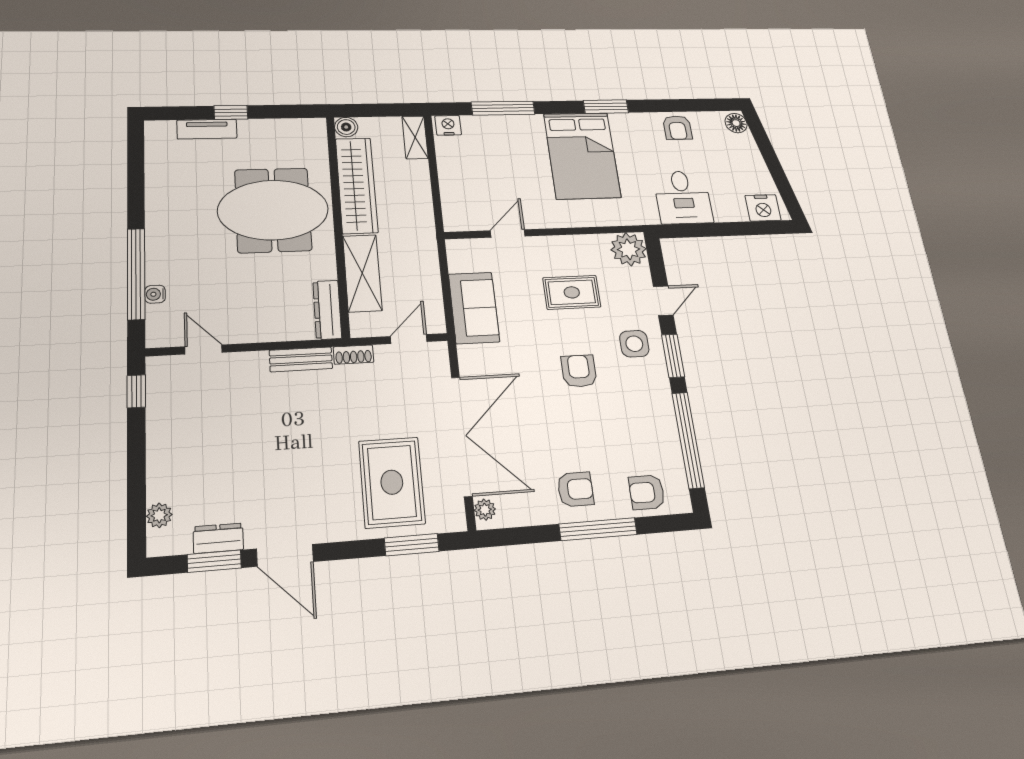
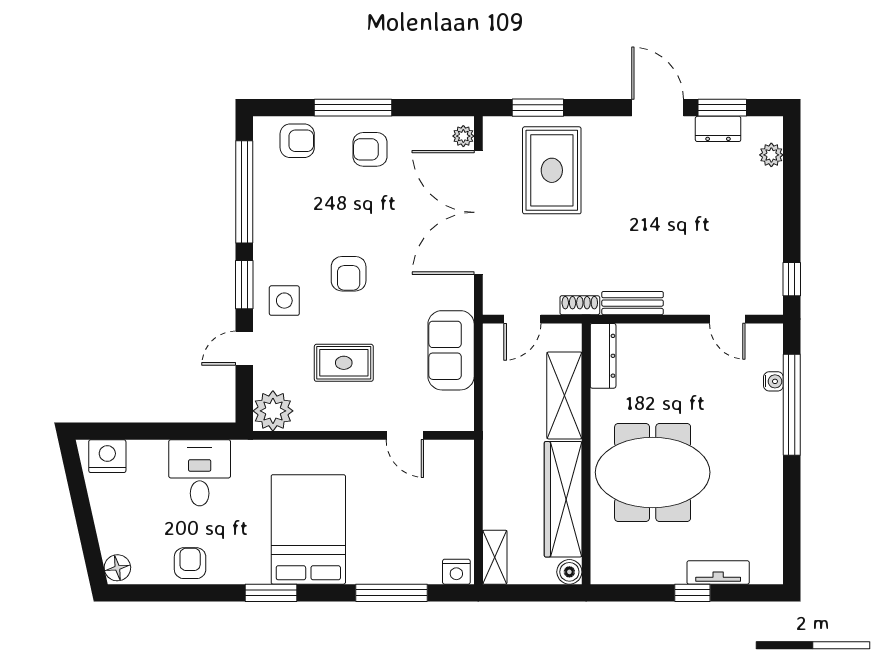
door: (508, 233) -> (405, 435), hinge flipped

